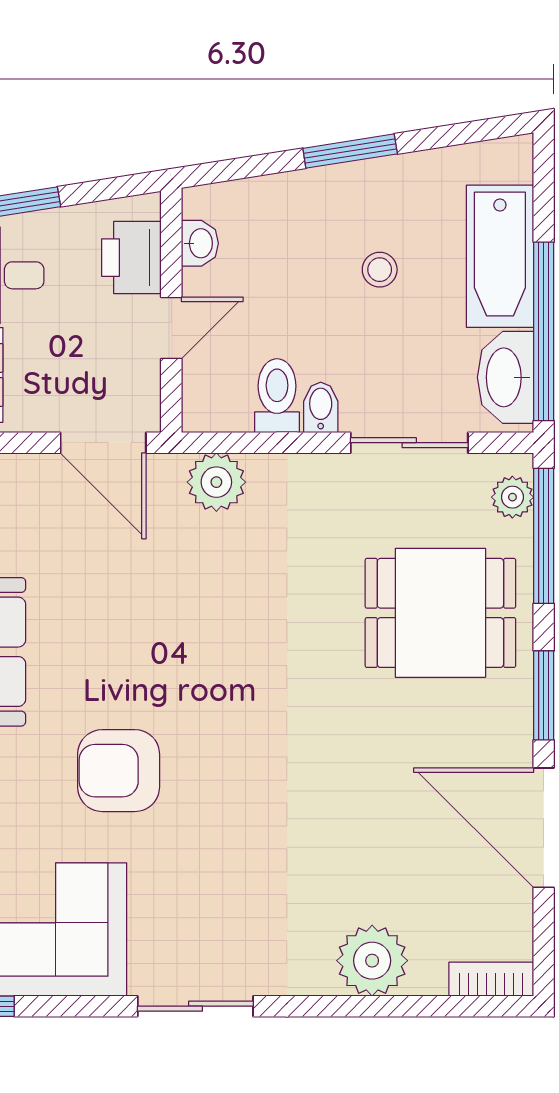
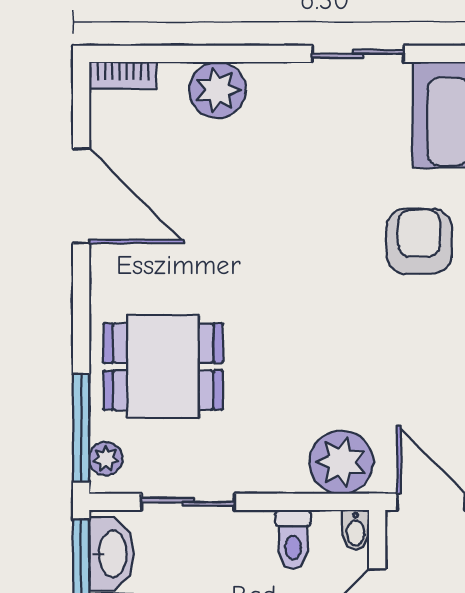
bidet: (321, 407) -> (356, 530), moved
plant: (216, 482) -> (341, 462), width x1.36, depth x1.36
window: (544, 695) -> (81, 301), removed
armchair: (119, 771) -> (419, 241), turned -90

